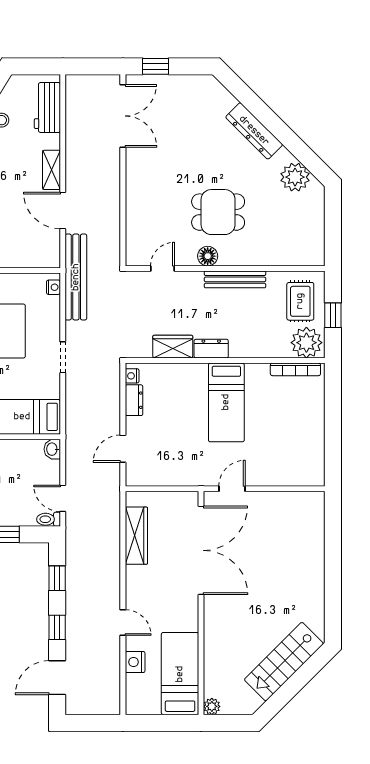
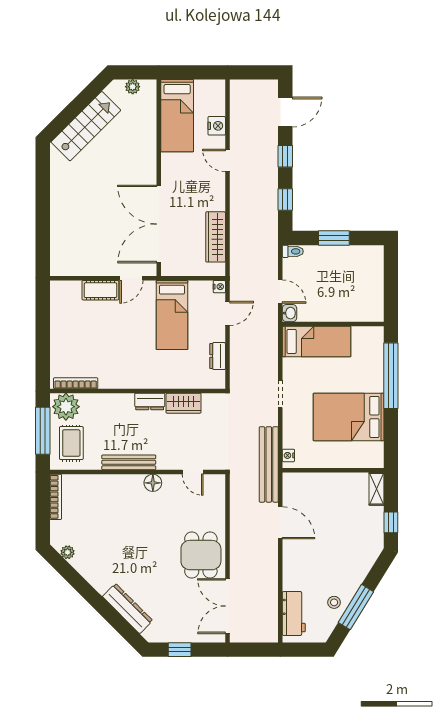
window: (156, 66) -> (180, 650), moved
dresser: (254, 131) -> (128, 609), moved
shelving: (51, 170) -> (290, 559), removed
plant: (295, 177) -> (68, 552), width x0.53, depth x0.53
dining table: (218, 212) -> (201, 555), moved, turned 90
bookcase: (318, 240) -> (56, 497), added
door: (162, 268) -> (193, 472), hinge flipped
window: (333, 315) -> (43, 431), width x2.17
nightstand: (132, 376) -> (219, 287), moved
bed: (226, 402) -> (172, 315), moved, turned 180
cot: (267, 475) -> (100, 290), added
door: (63, 498) -> (280, 292), moved
plant: (212, 706) -> (133, 87), moved

